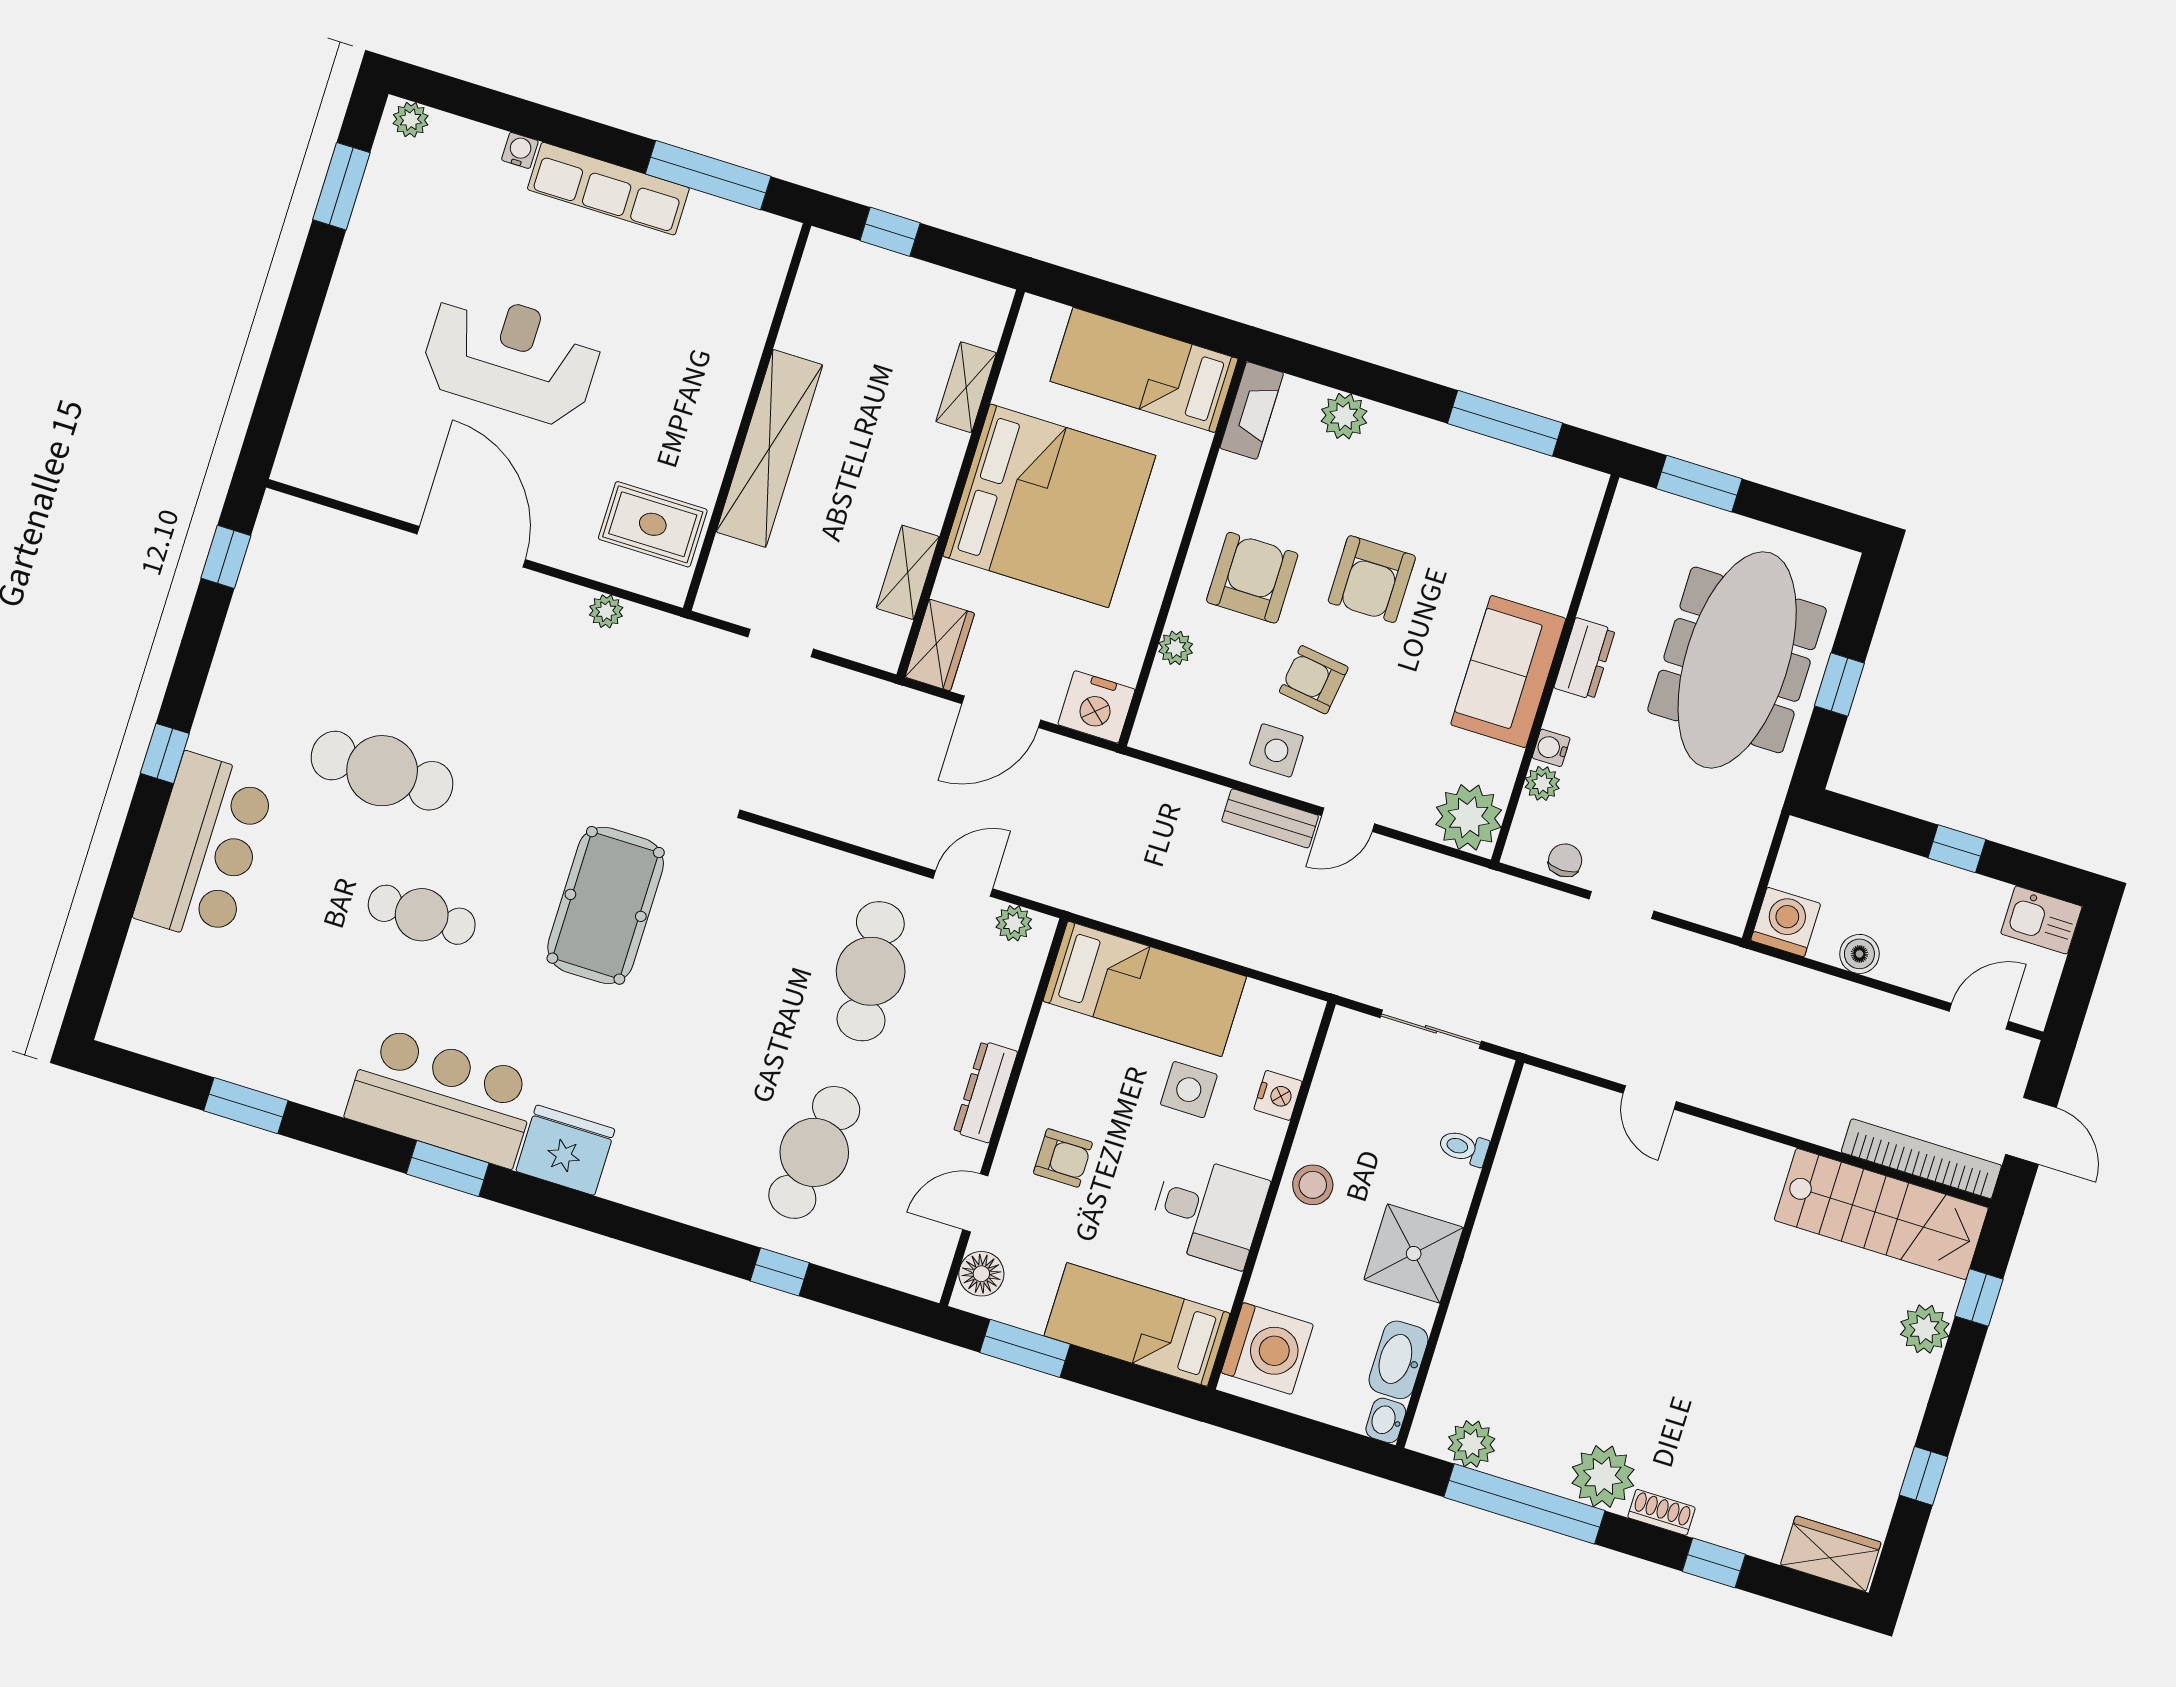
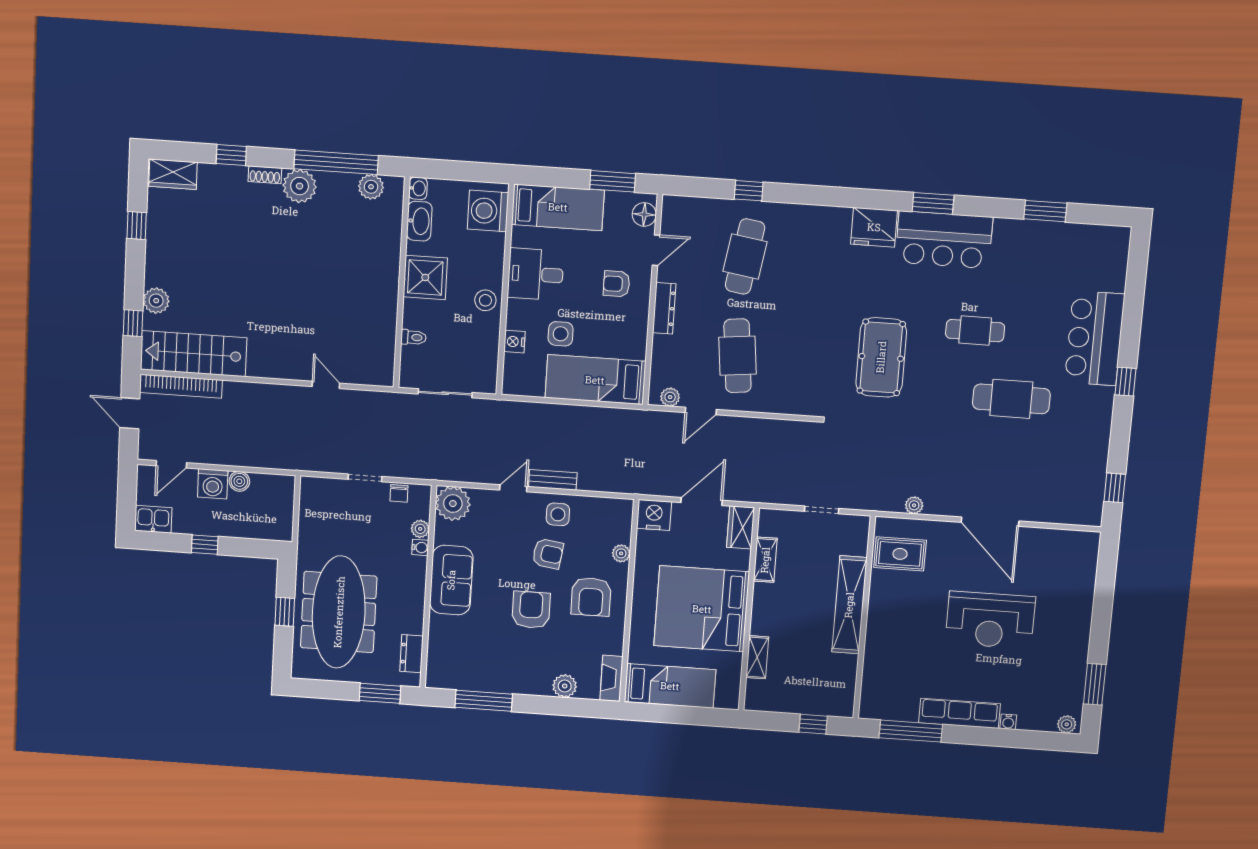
dresser: (1585, 659) -> (412, 654), moved
washing machine: (1786, 922) -> (213, 484), moved

